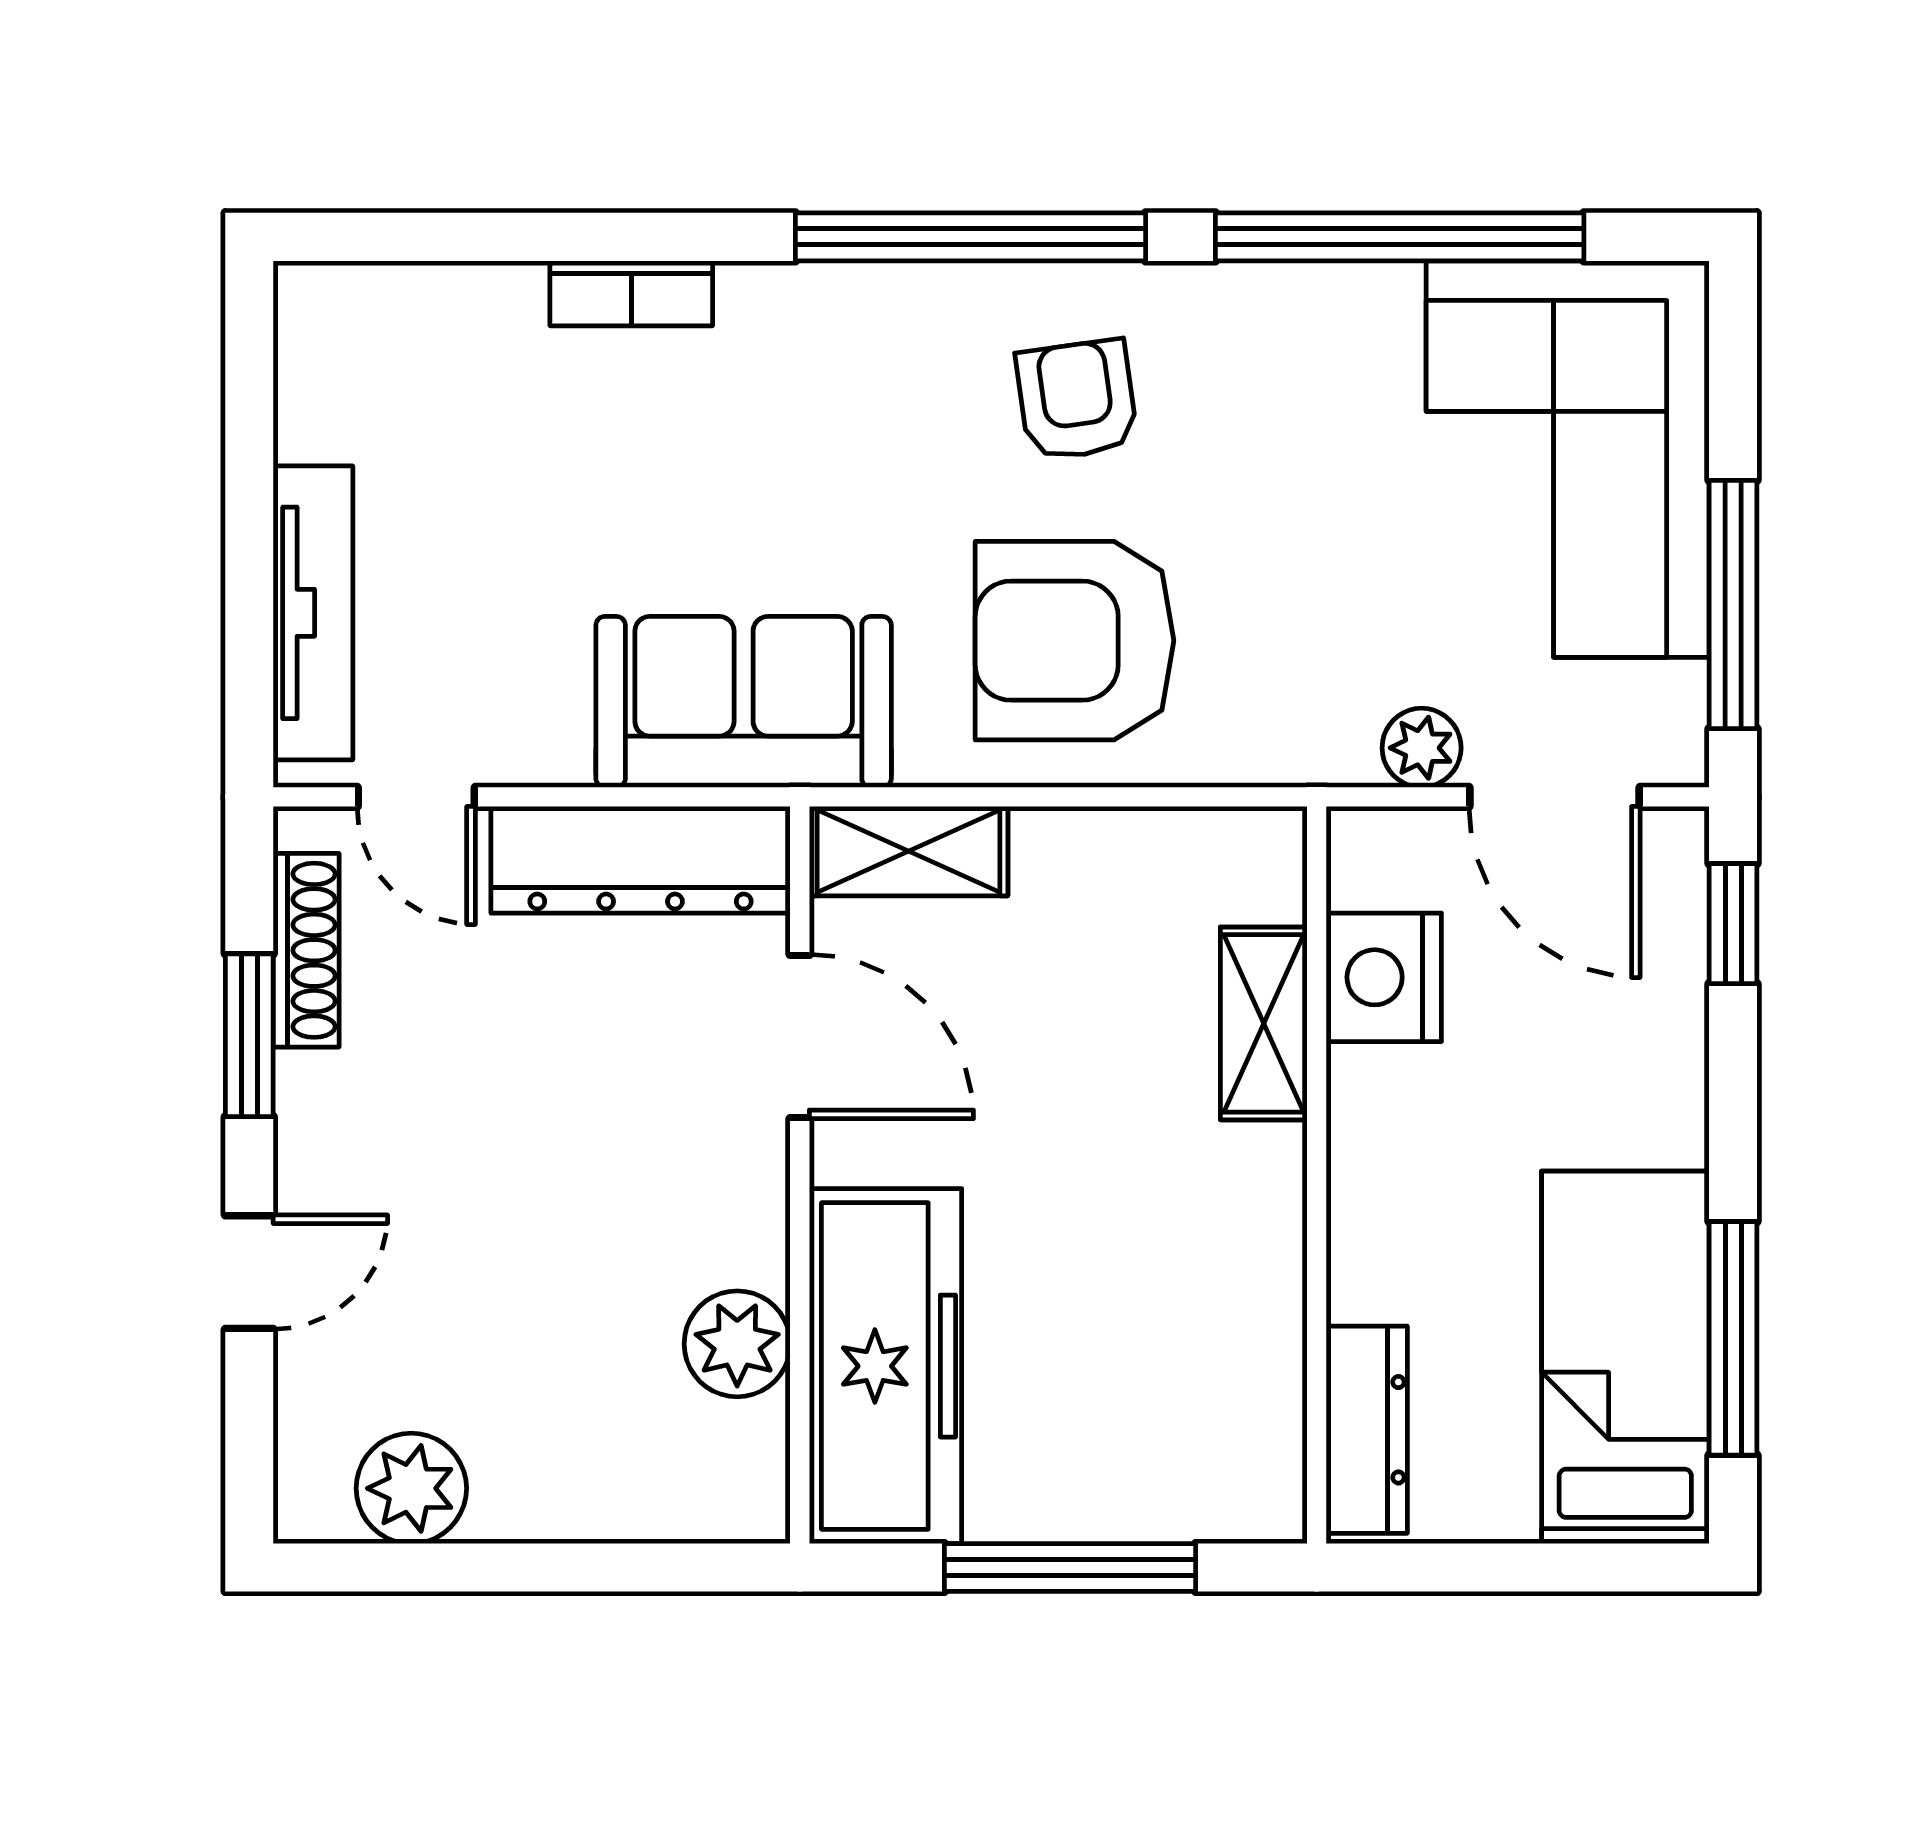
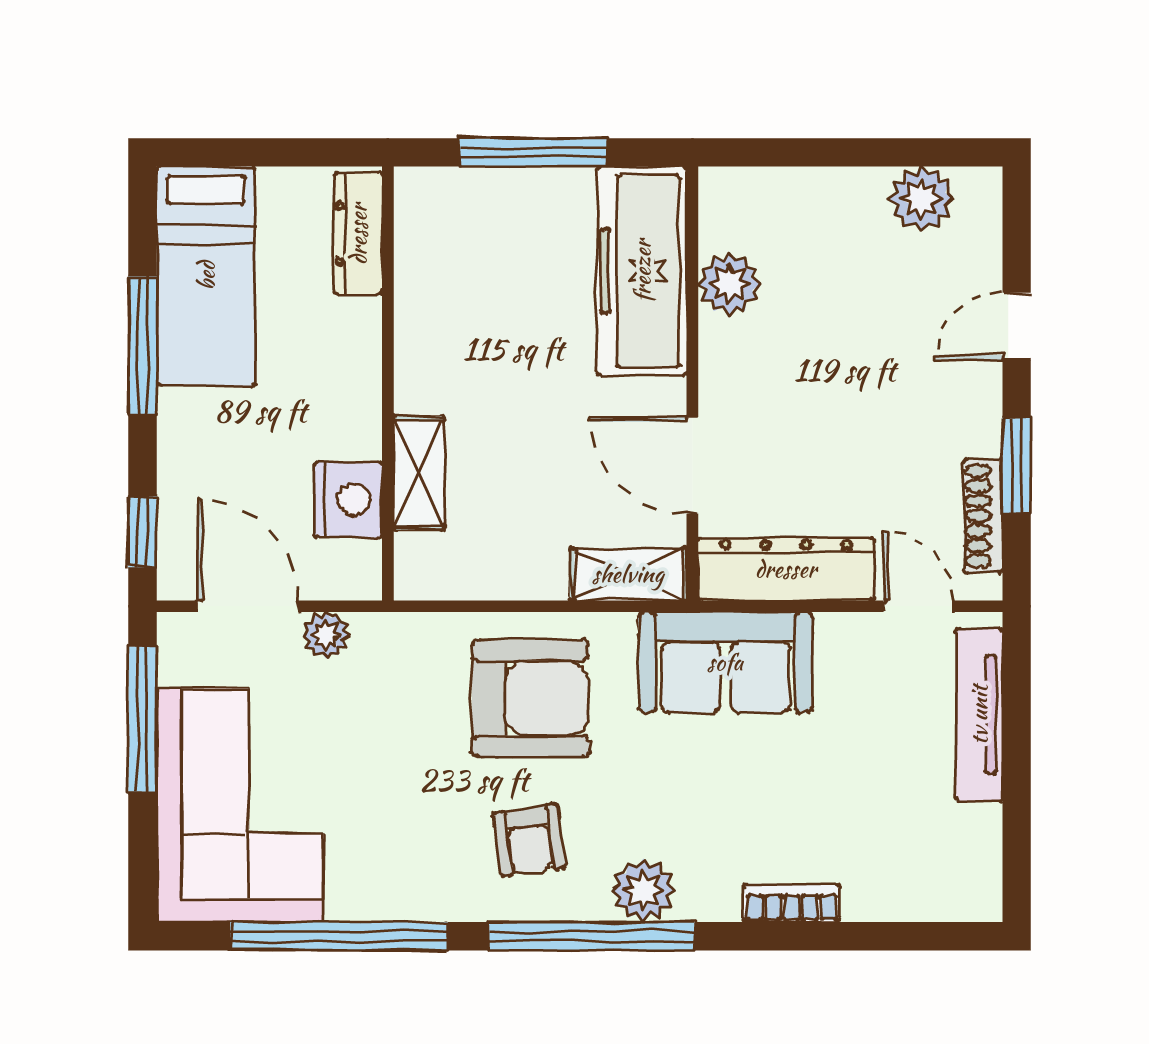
plant: (883, 315) -> (643, 890), added
window: (1733, 1338) -> (143, 345), moved

